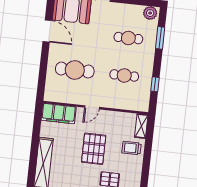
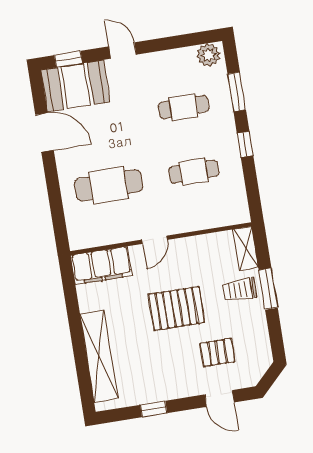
window: (155, 84) -> (245, 144), moved
pallet: (94, 149) -> (177, 308), turned 90
window: (148, 152) -> (268, 289), added

